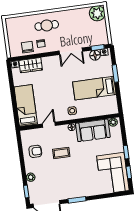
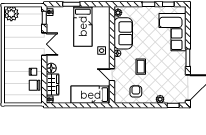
cafe table: (47, 25) -> (16, 64), removed
floor lamp: (95, 55) -> (51, 68), moved
corner sofa: (113, 173) -> (172, 32), moved, turned 90

